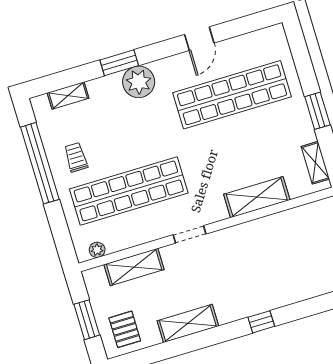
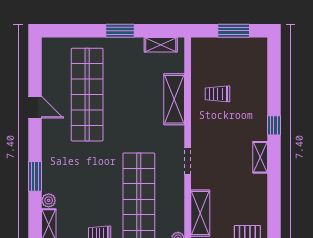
plant: (139, 82) -> (49, 200), moved, width x0.53, depth x0.53
trolley: (278, 246) -> (218, 94), added
shelving: (188, 323) -> (260, 157), moved, width x0.67, depth x0.75

